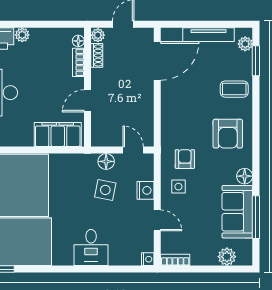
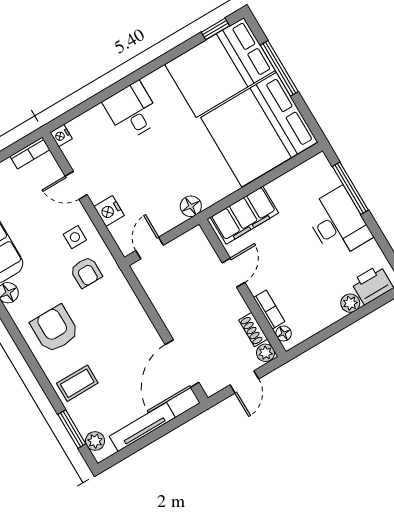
door: (133, 150) -> (150, 248), swing flipped
floor lamp: (106, 161) -> (191, 206), moved
side table: (105, 190) -> (154, 185), removed

